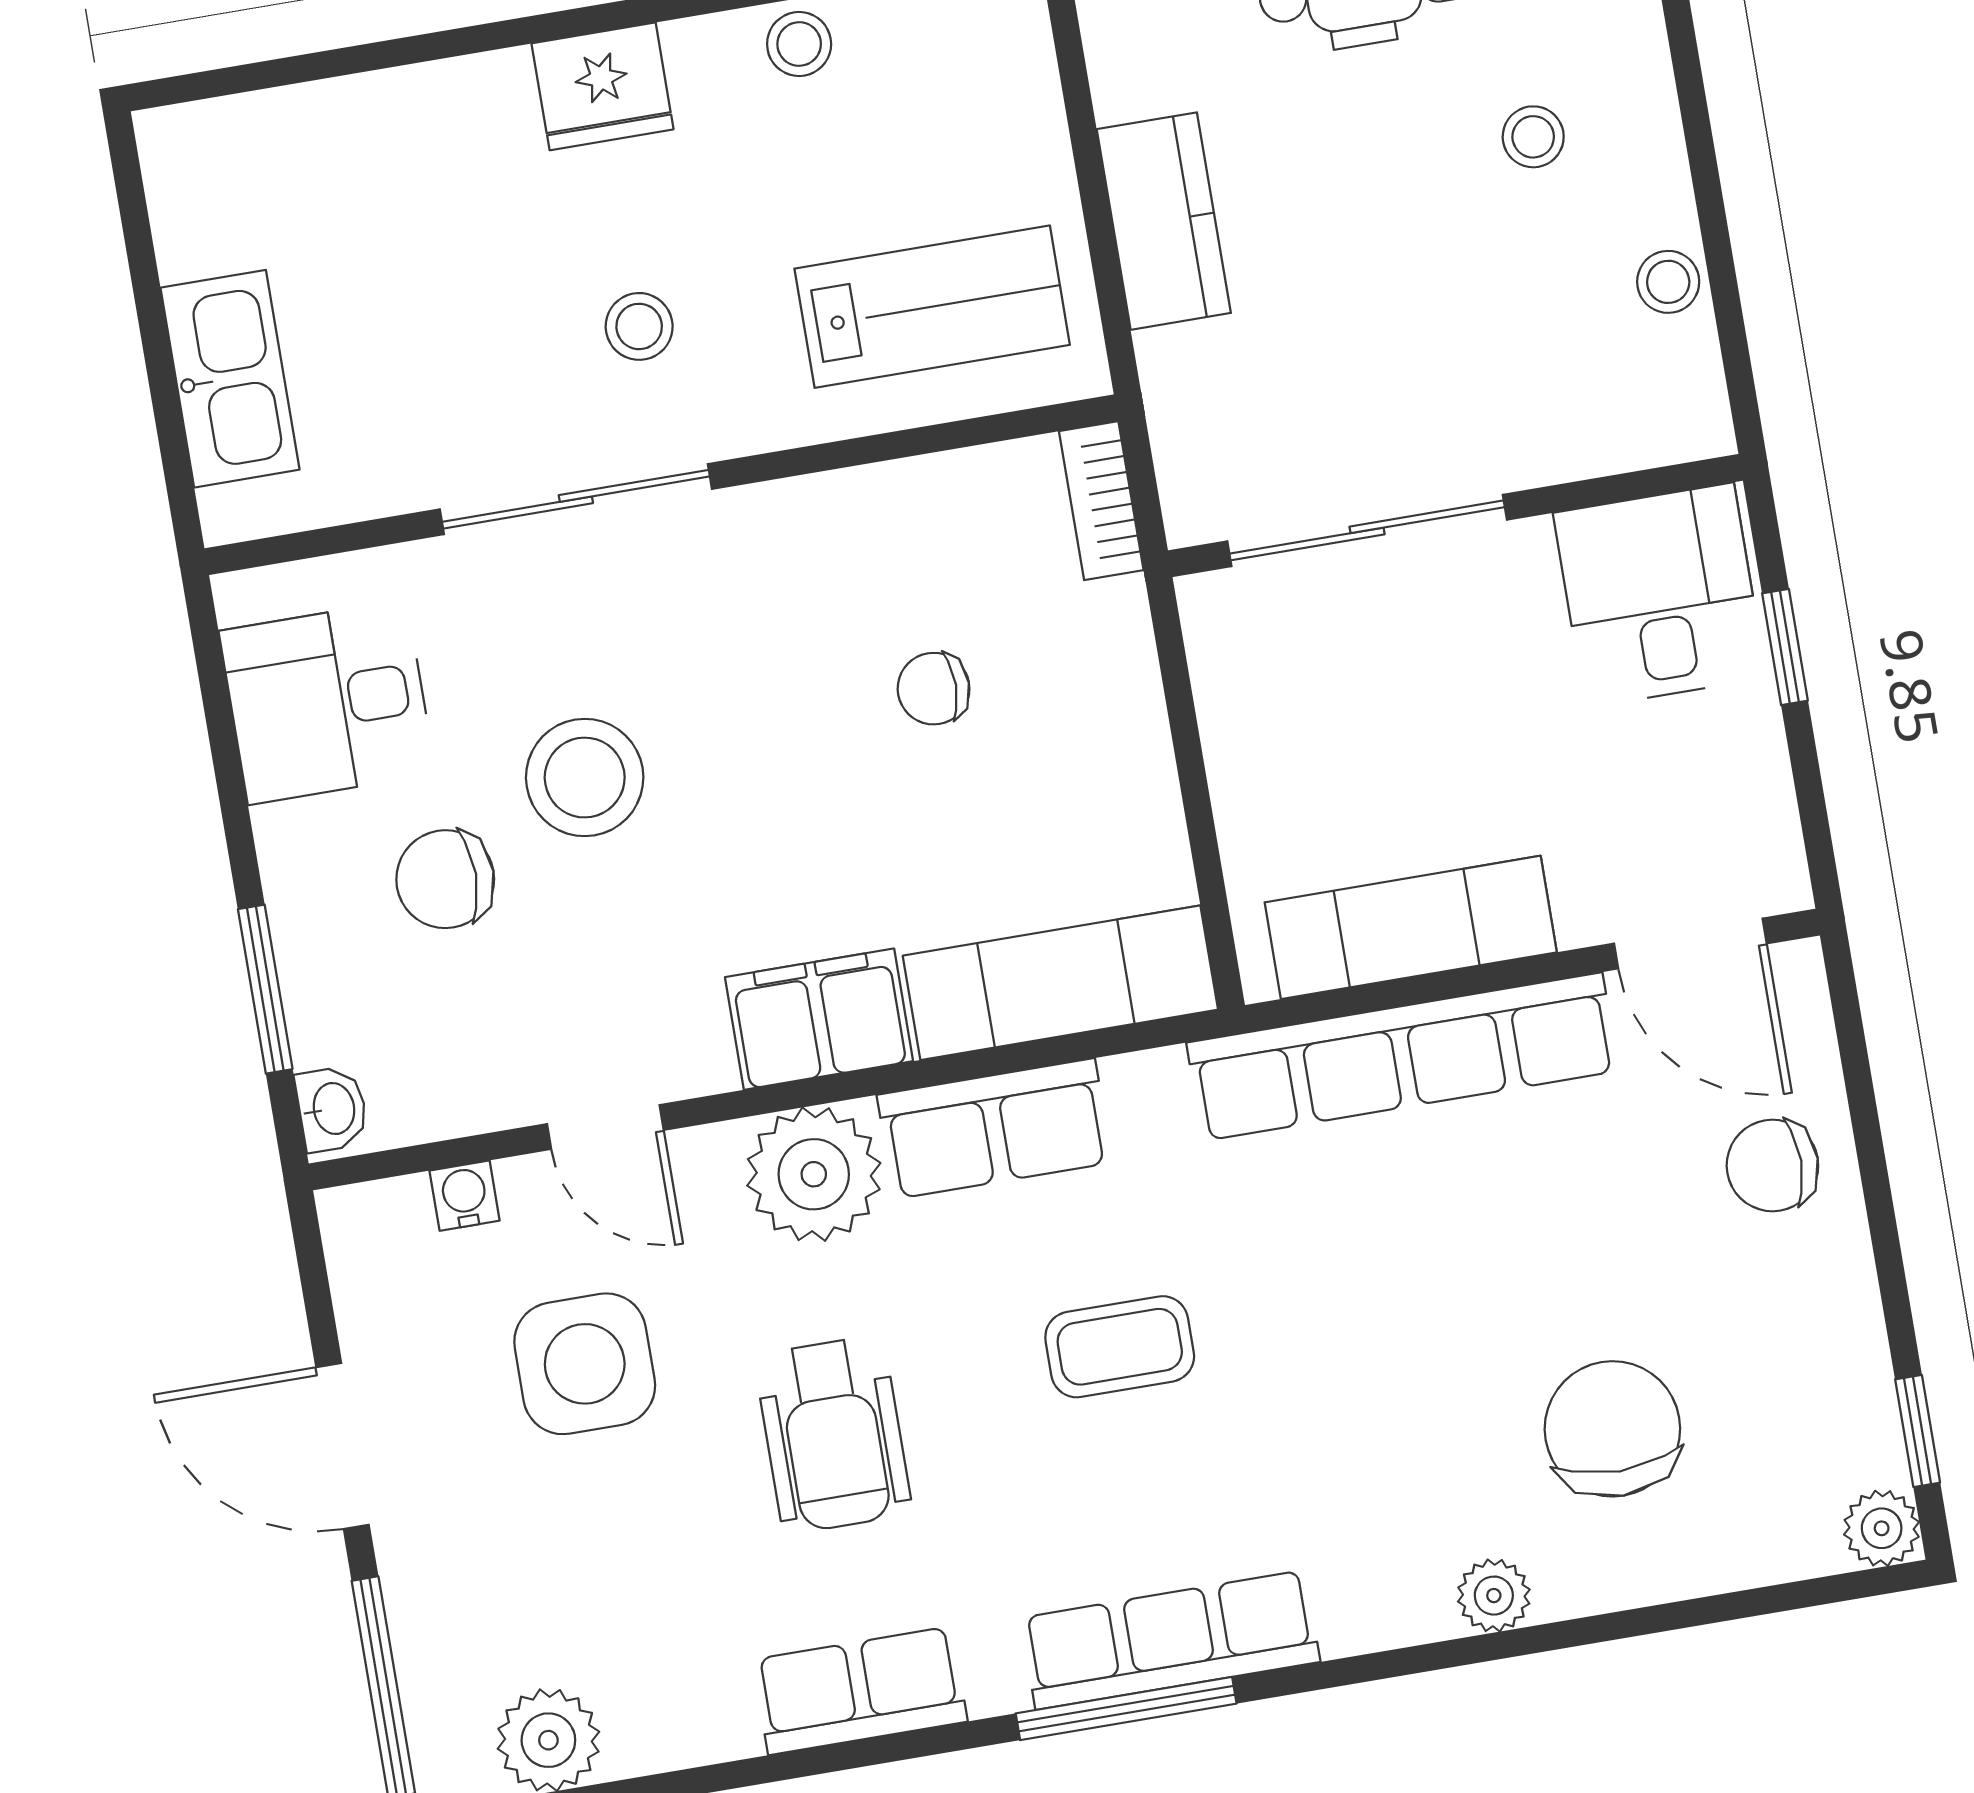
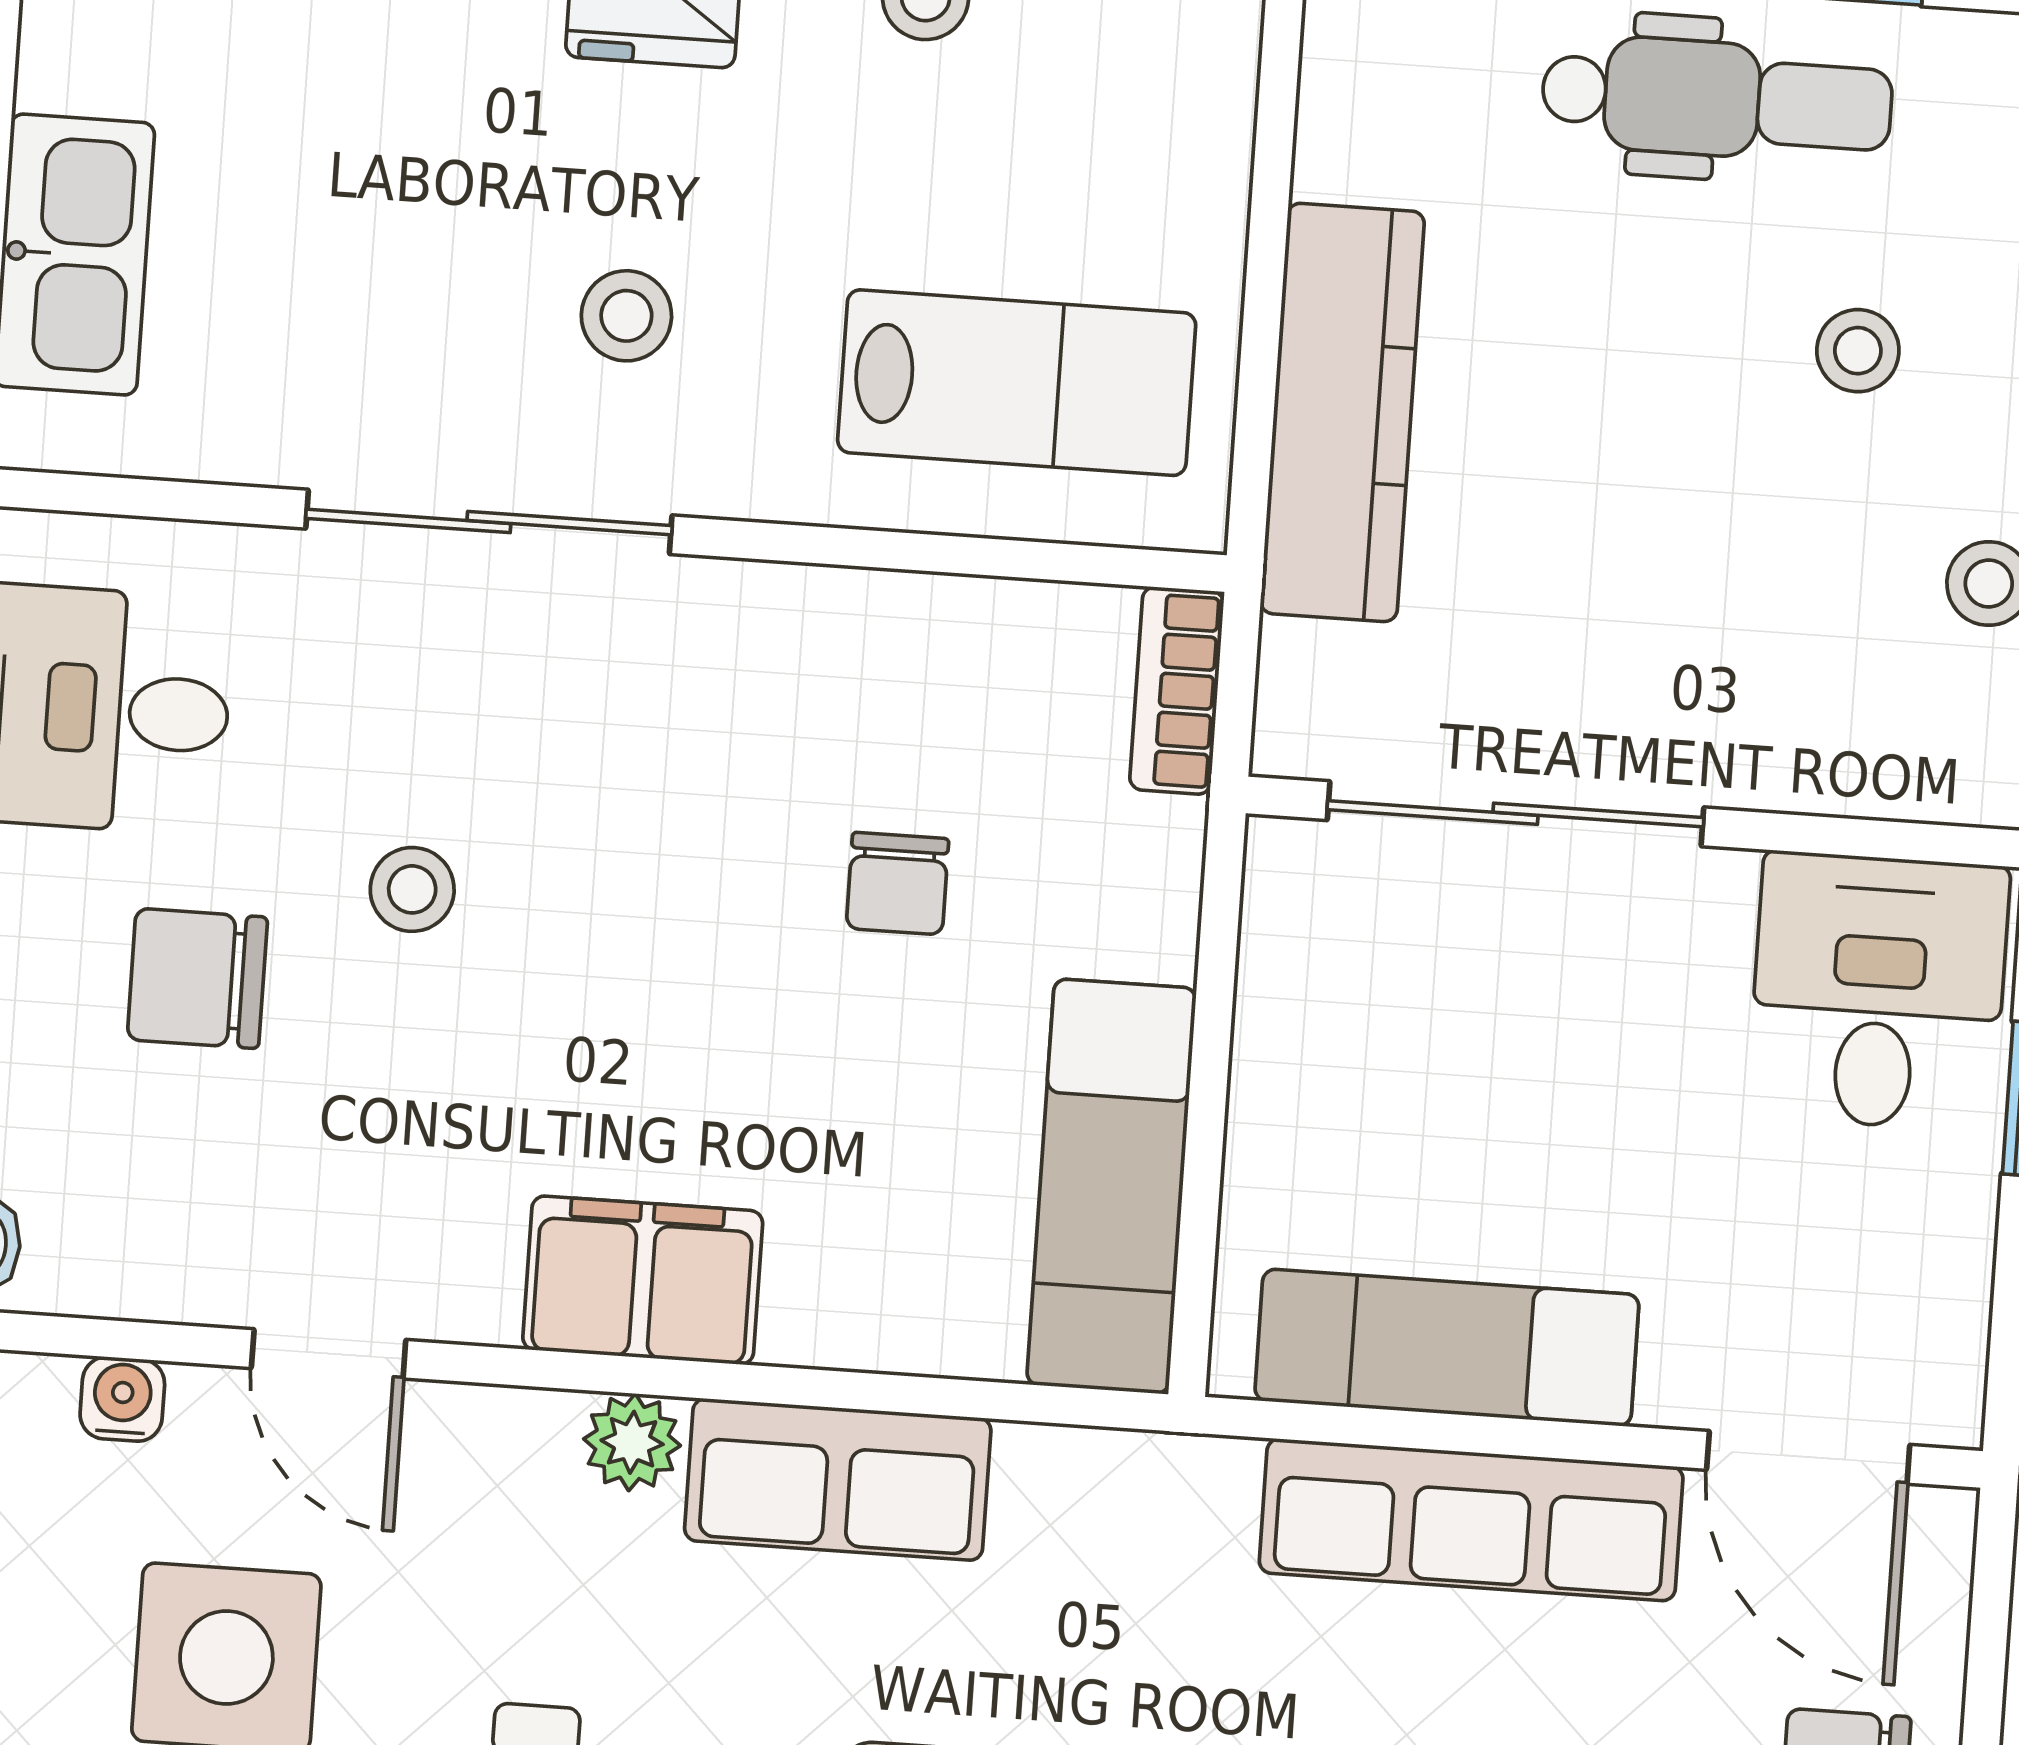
kitchen counter: (1164, 221) -> (1342, 412), width x1.50
chair: (934, 689) -> (897, 884), turned -90
stool: (585, 778) -> (412, 889), width x0.53, depth x0.53
exam couch: (1060, 983) -> (1111, 1186), moved, turned -90
row of seats: (1403, 1057) -> (1471, 1520), width x0.73
plant: (814, 1174) -> (632, 1442), width x0.53, depth x0.53

